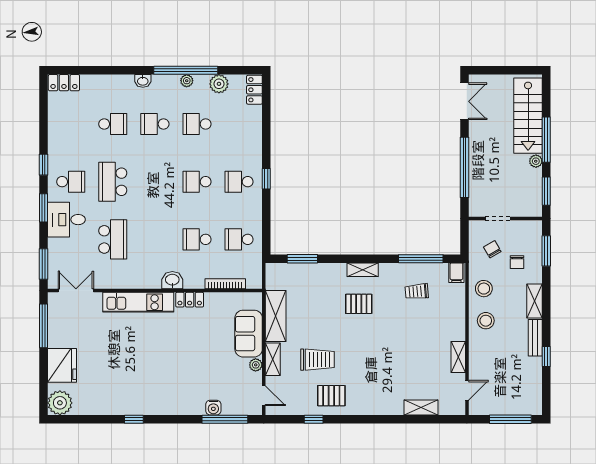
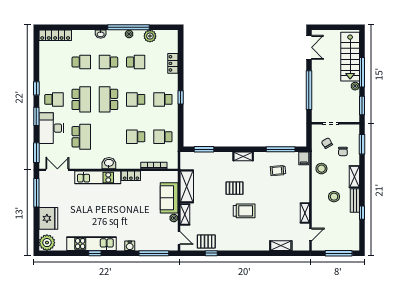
locker: (64, 83) -> (55, 35), width x1.53
locker: (254, 90) -> (173, 63), moved
school desk: (197, 124) -> (136, 62), turned 180
school desk: (113, 182) -> (81, 99), turned 180
school desk: (155, 182) -> (108, 99), added
desk: (66, 220) -> (51, 128), width x1.37
washbasin: (172, 280) -> (109, 163), moved
pallet: (359, 304) -> (235, 188), moved
stool: (486, 321) -> (334, 197), moved
trolley: (317, 360) -> (244, 211), moved
pallet: (331, 396) -> (206, 241), moved
kitchen unit: (129, 404) -> (91, 244), added
water cooler: (213, 408) -> (130, 246), moved

